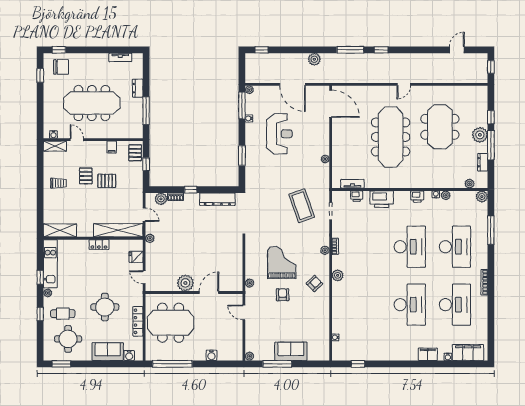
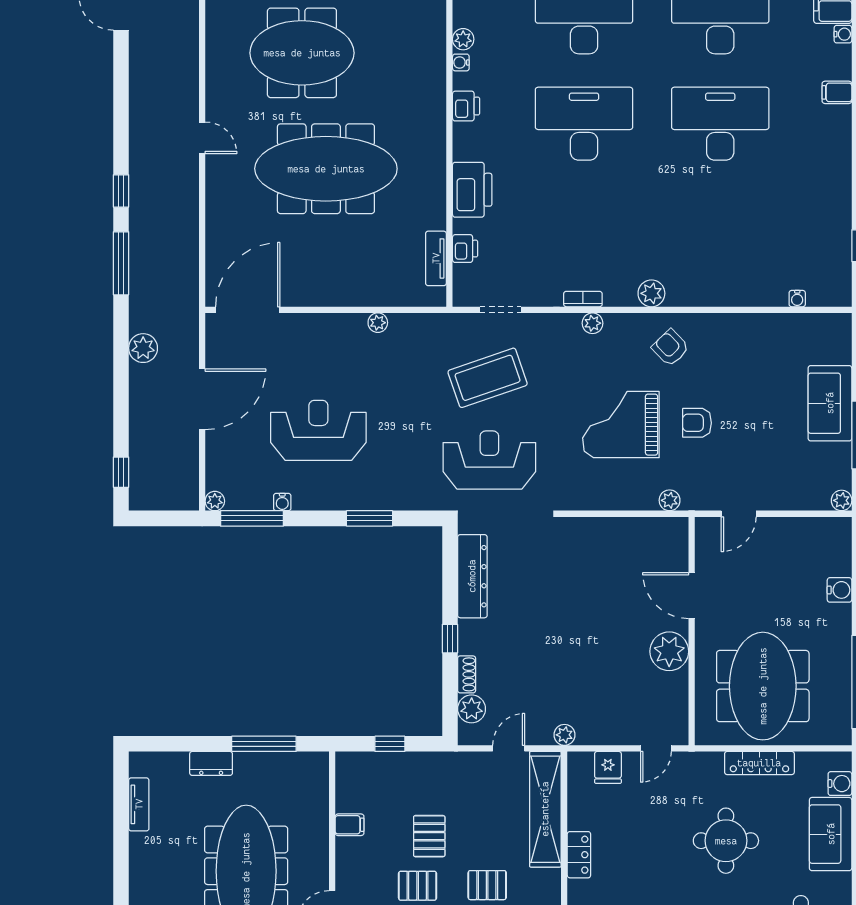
pallet: (135, 153) -> (487, 885), moved
reception desk: (267, 206) -> (489, 460), added
filing cabinet: (428, 354) -> (837, 92), width x0.50

